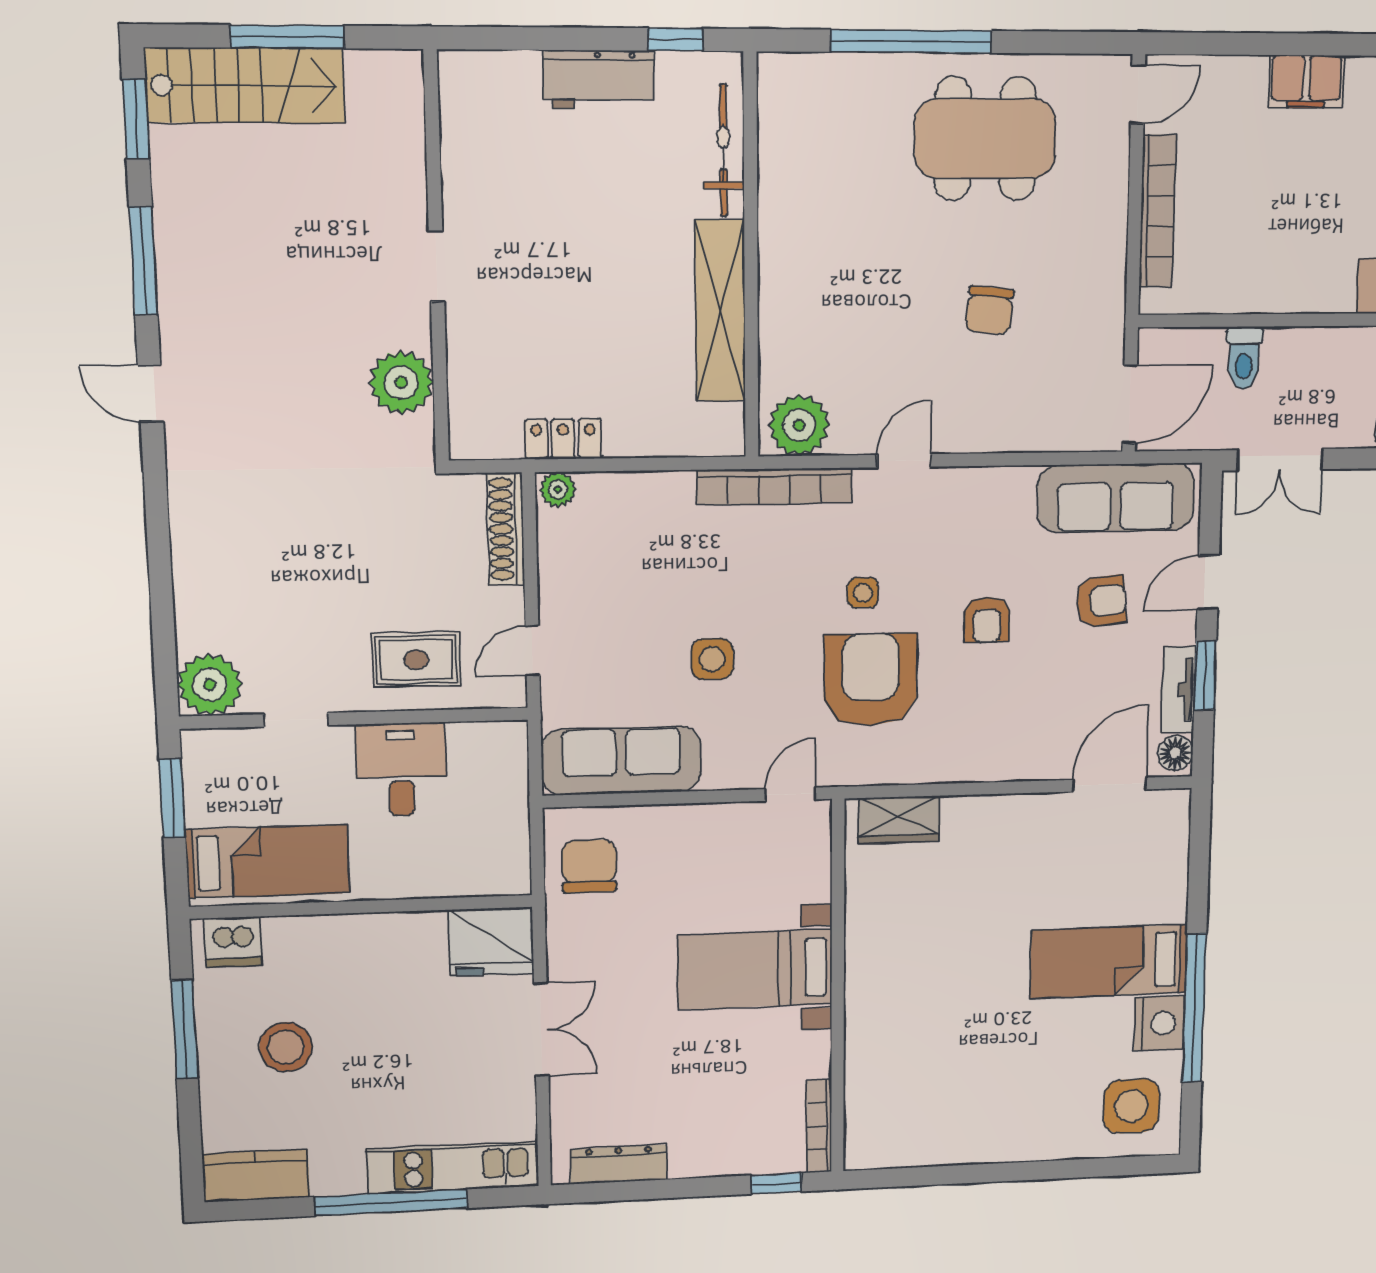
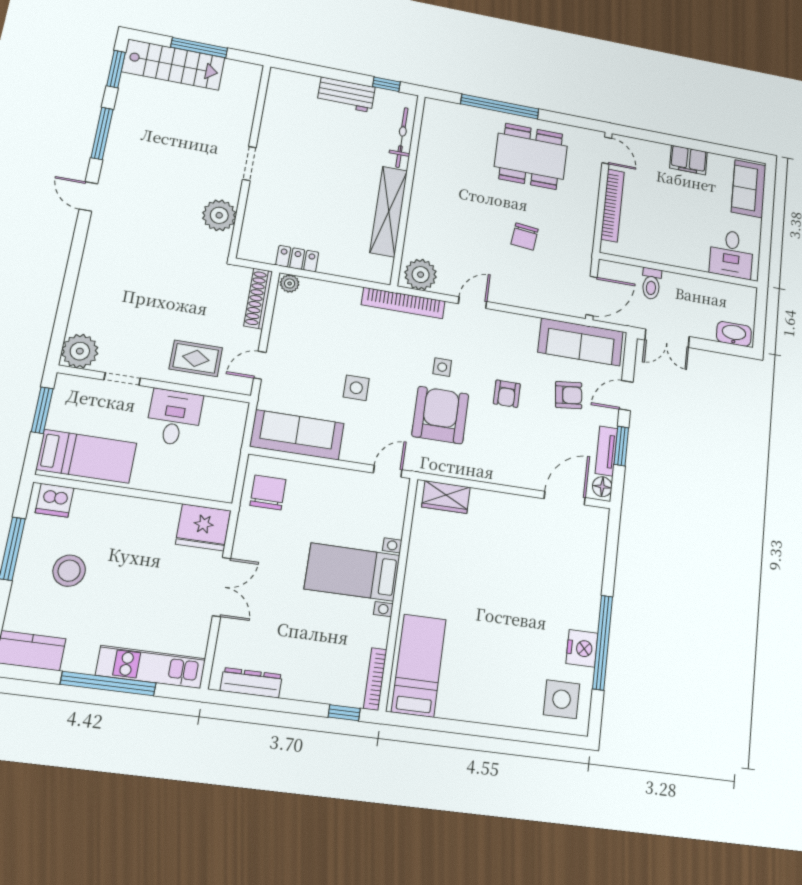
door: (1138, 94) -> (607, 150), hinge flipped
bed: (1109, 961) -> (419, 665), moved, turned 90

